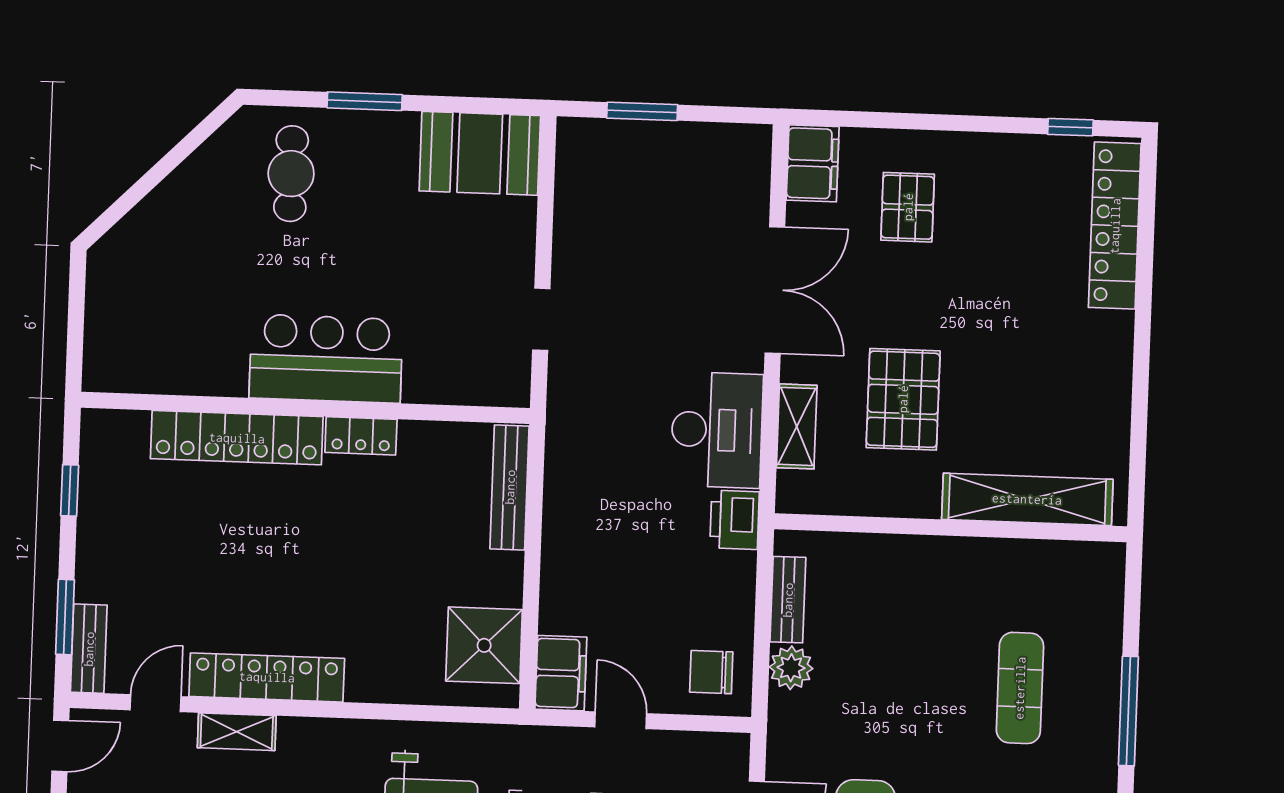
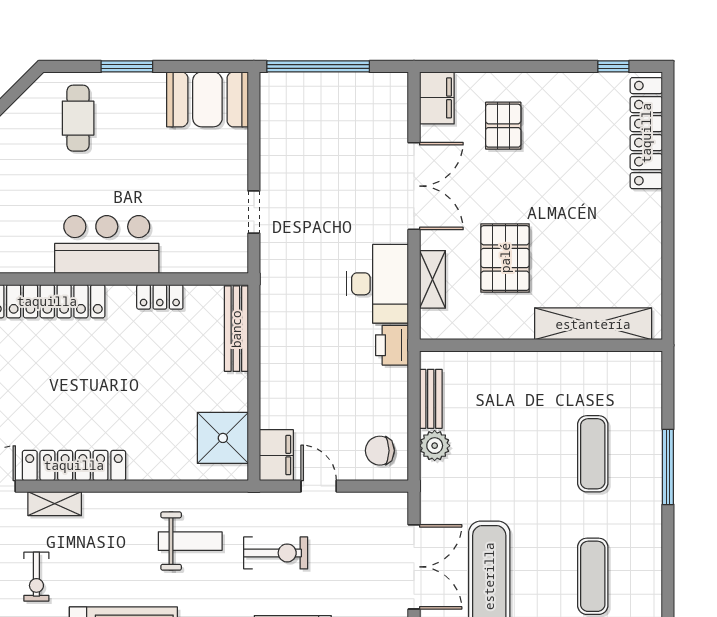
window: (642, 111) -> (318, 66), width x2.11
locker: (361, 436) -> (160, 297), moved

